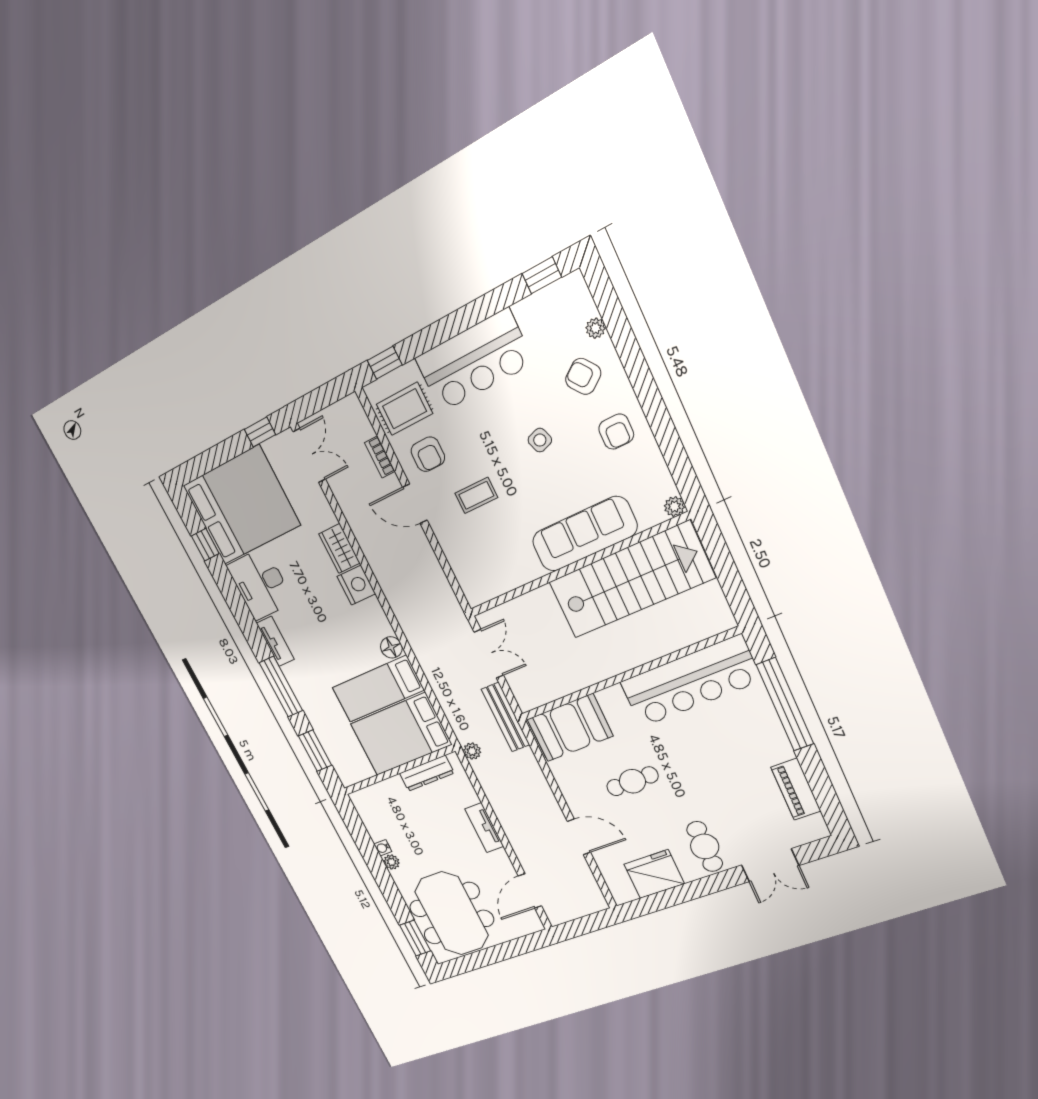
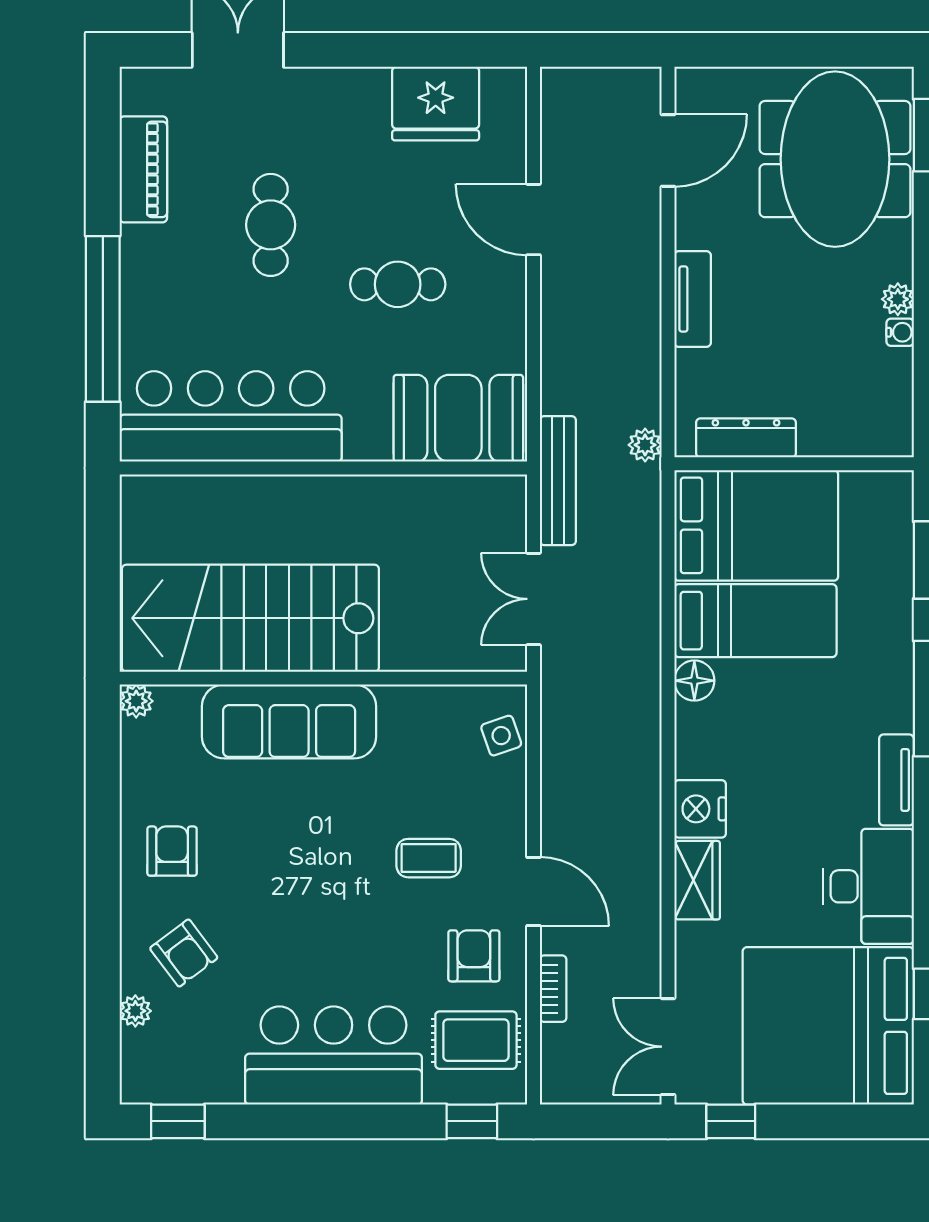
side table: (540, 440) -> (501, 736), moved
cafe table: (705, 847) -> (271, 225), moved

